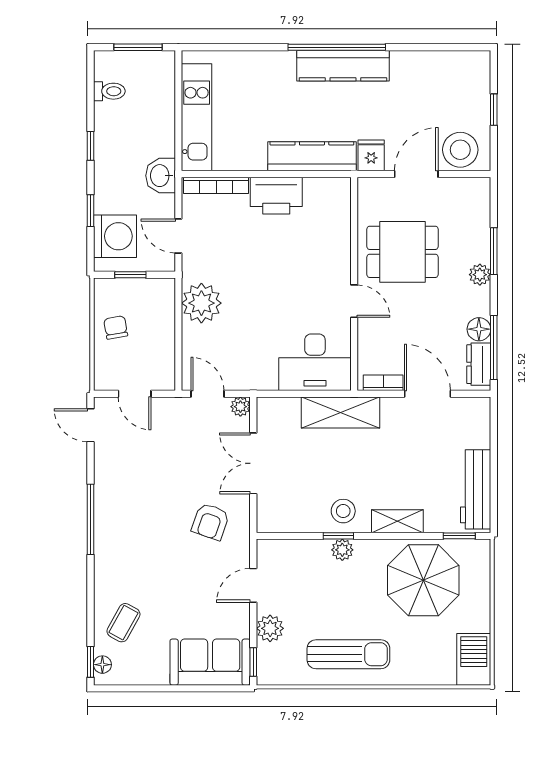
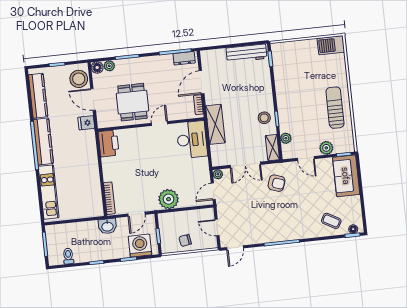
kitchen unit: (197, 117) -> (49, 192), moved, turned 90
kitchen counter: (312, 156) -> (38, 96), moved, turned 180
printer: (276, 196) -> (109, 143), moved
plant: (480, 275) -> (109, 66), moved
floor lamp: (479, 329) -> (97, 68), moved
door: (135, 394) -> (217, 228), swing flipped
shelving: (397, 521) -> (272, 148), moved
plant: (342, 550) -> (286, 138), moved
parasol: (423, 580) -> (294, 74), removed

